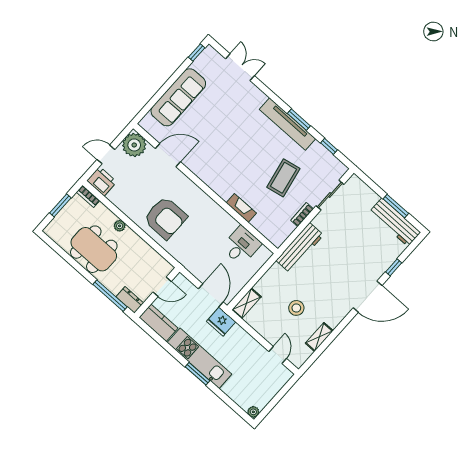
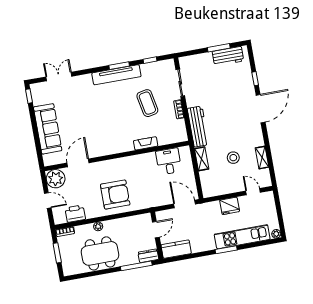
door: (106, 154) -> (48, 201), swing flipped
printer: (102, 181) -> (75, 214), moved
workbench: (395, 222) -> (228, 56), width x0.73
shelving: (246, 303) -> (202, 159), moved
fridge: (221, 322) -> (230, 206), moved
kitchen unit: (199, 358) -> (242, 237), moved

